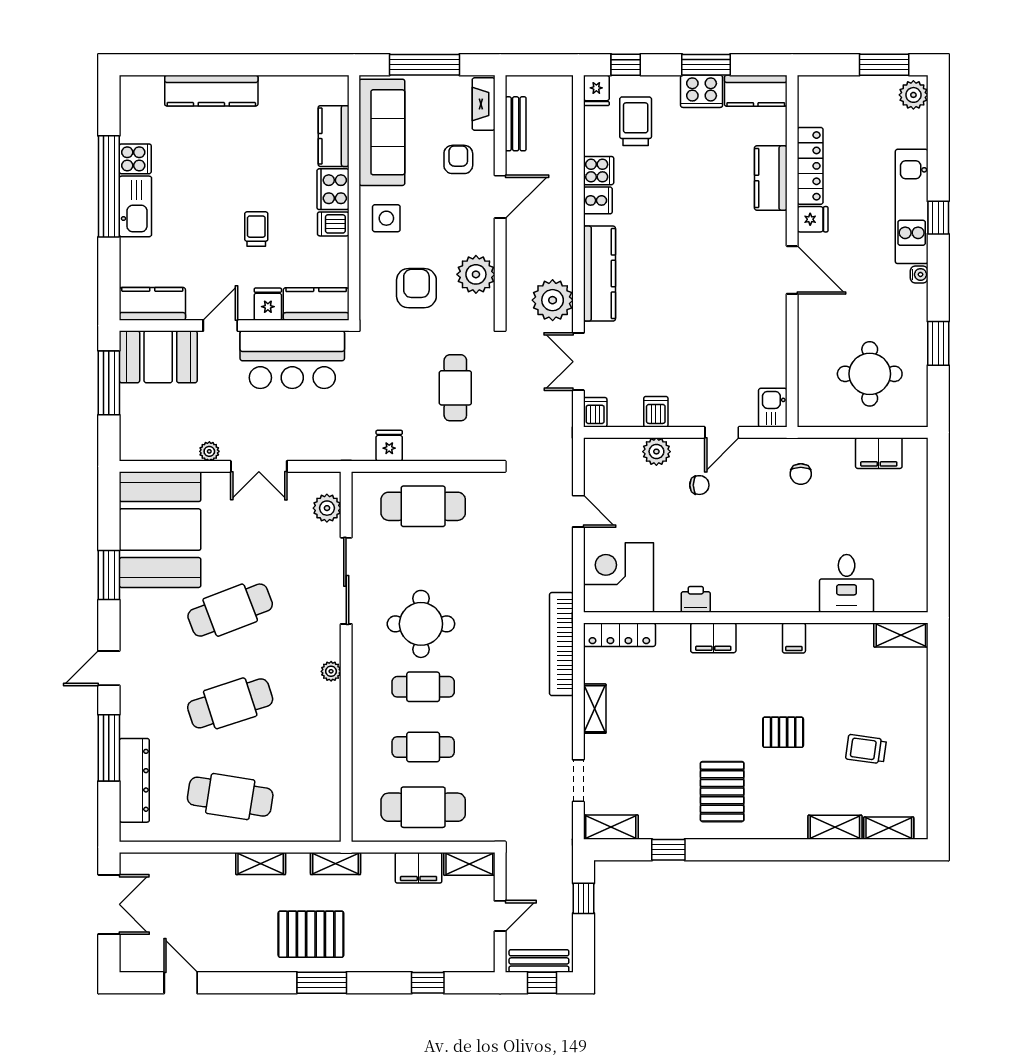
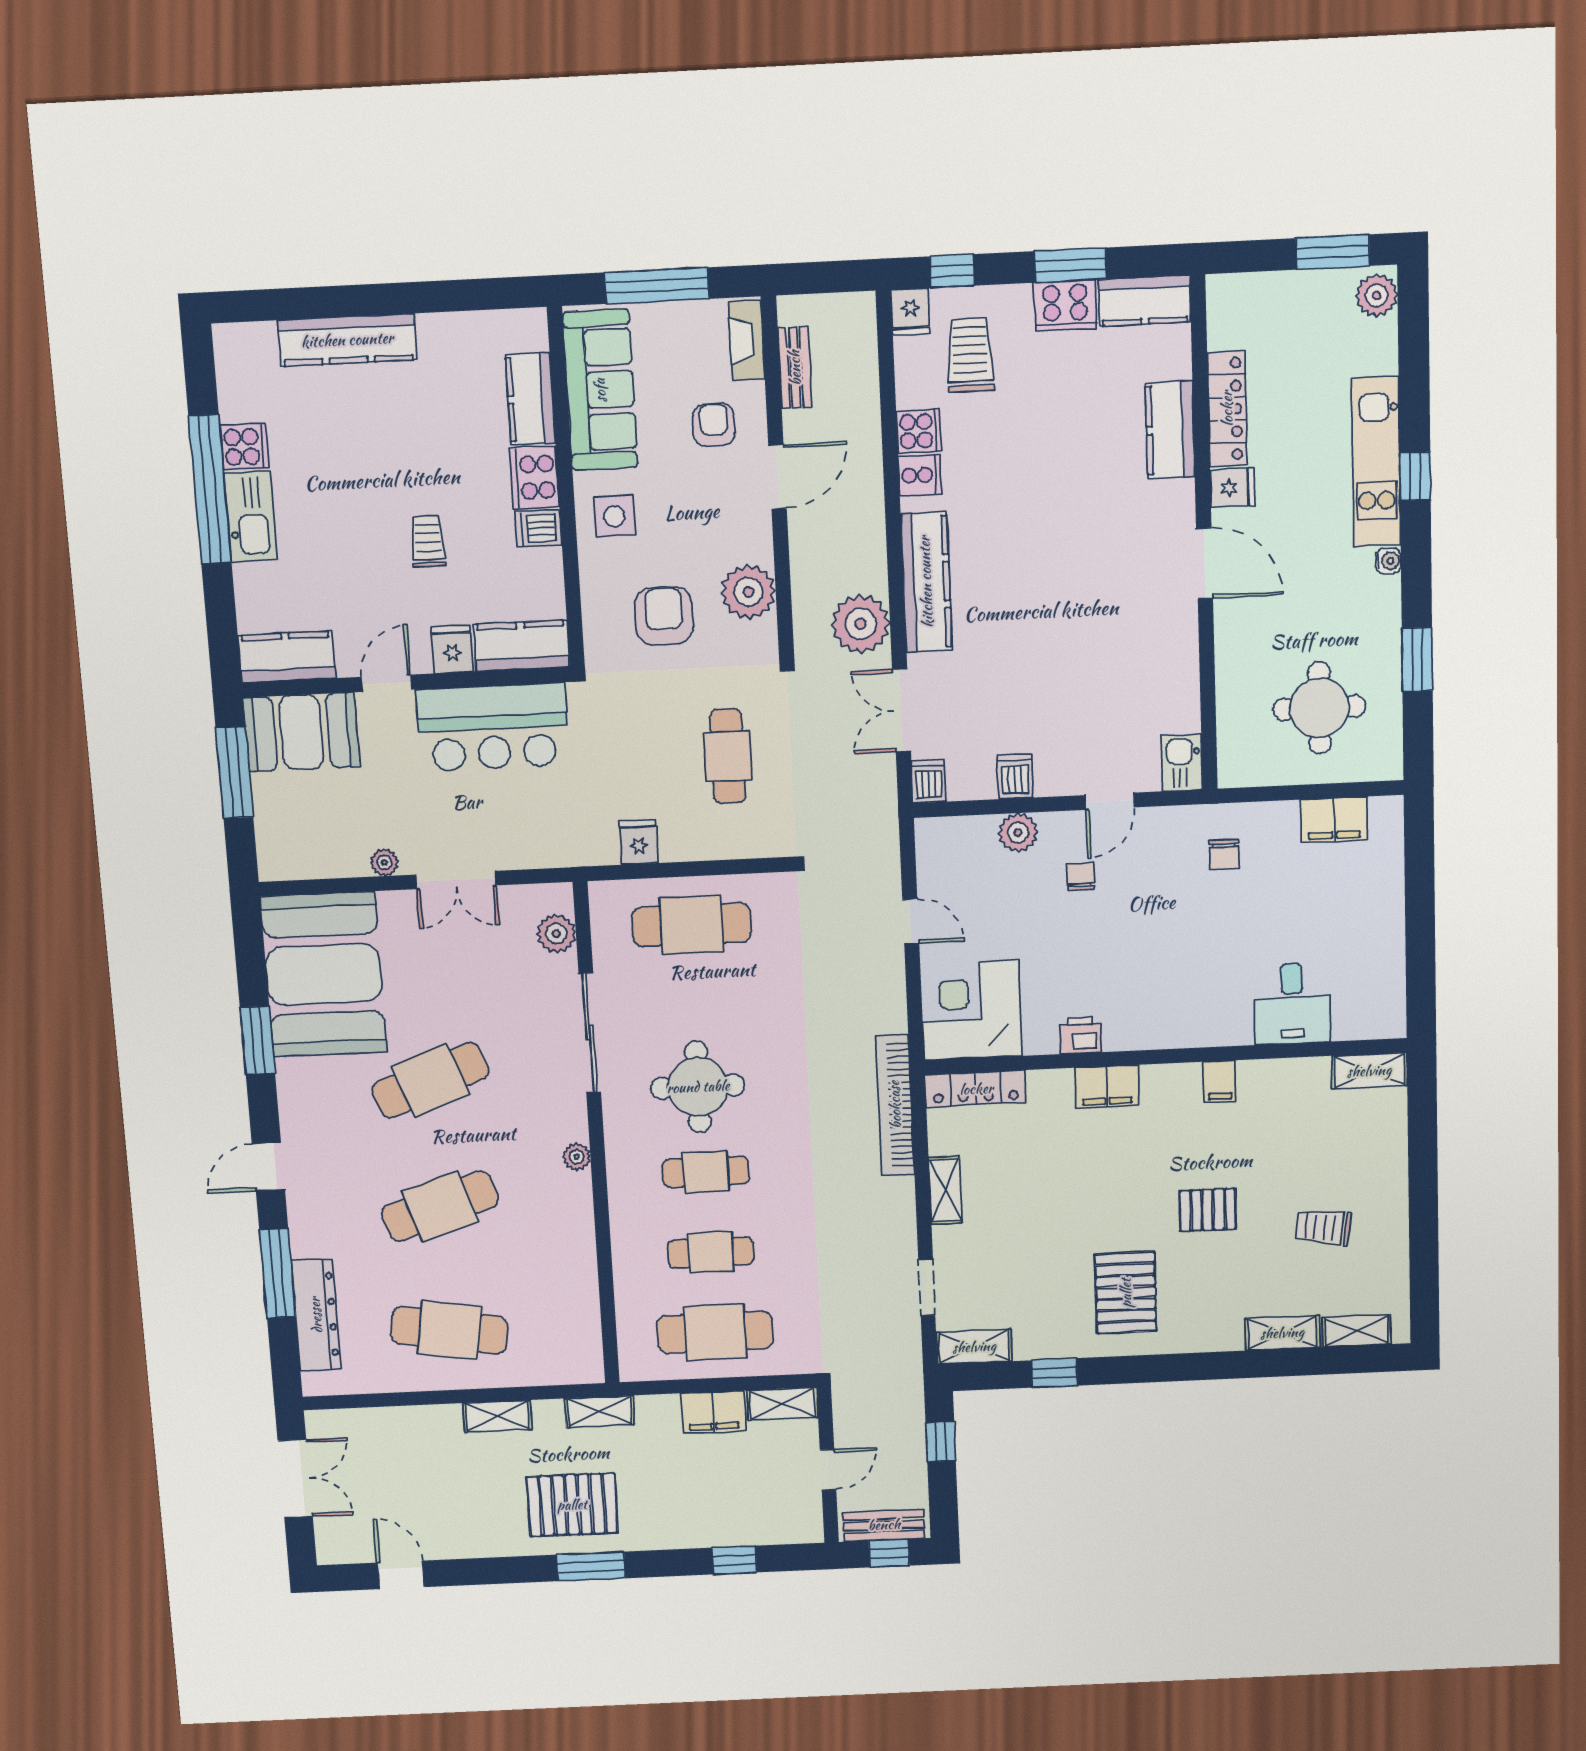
chair: (699, 485) -> (1080, 877), turned -90

